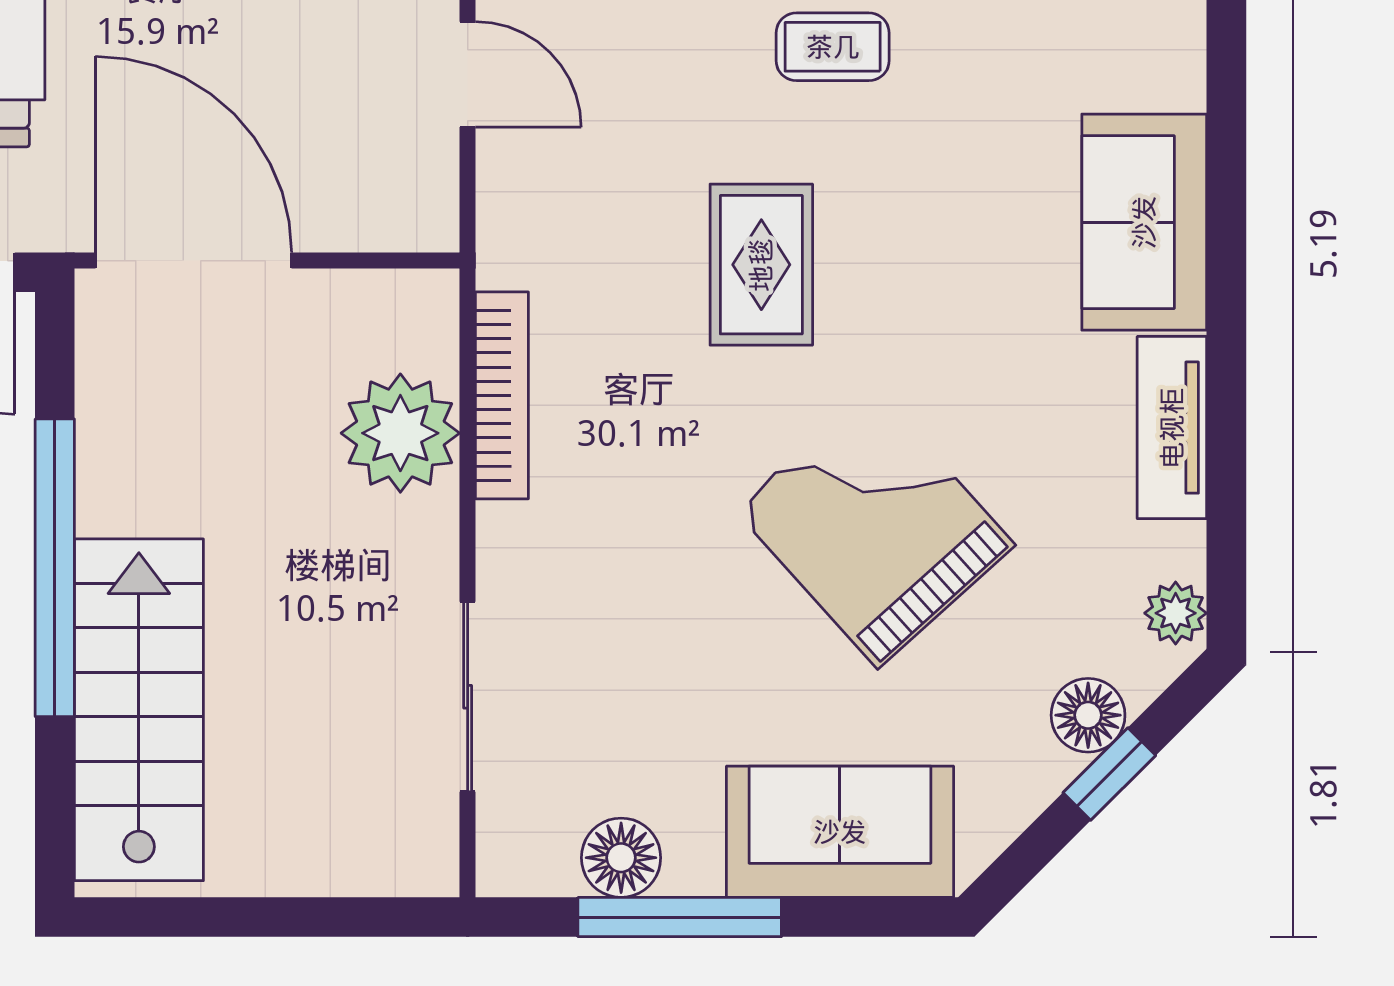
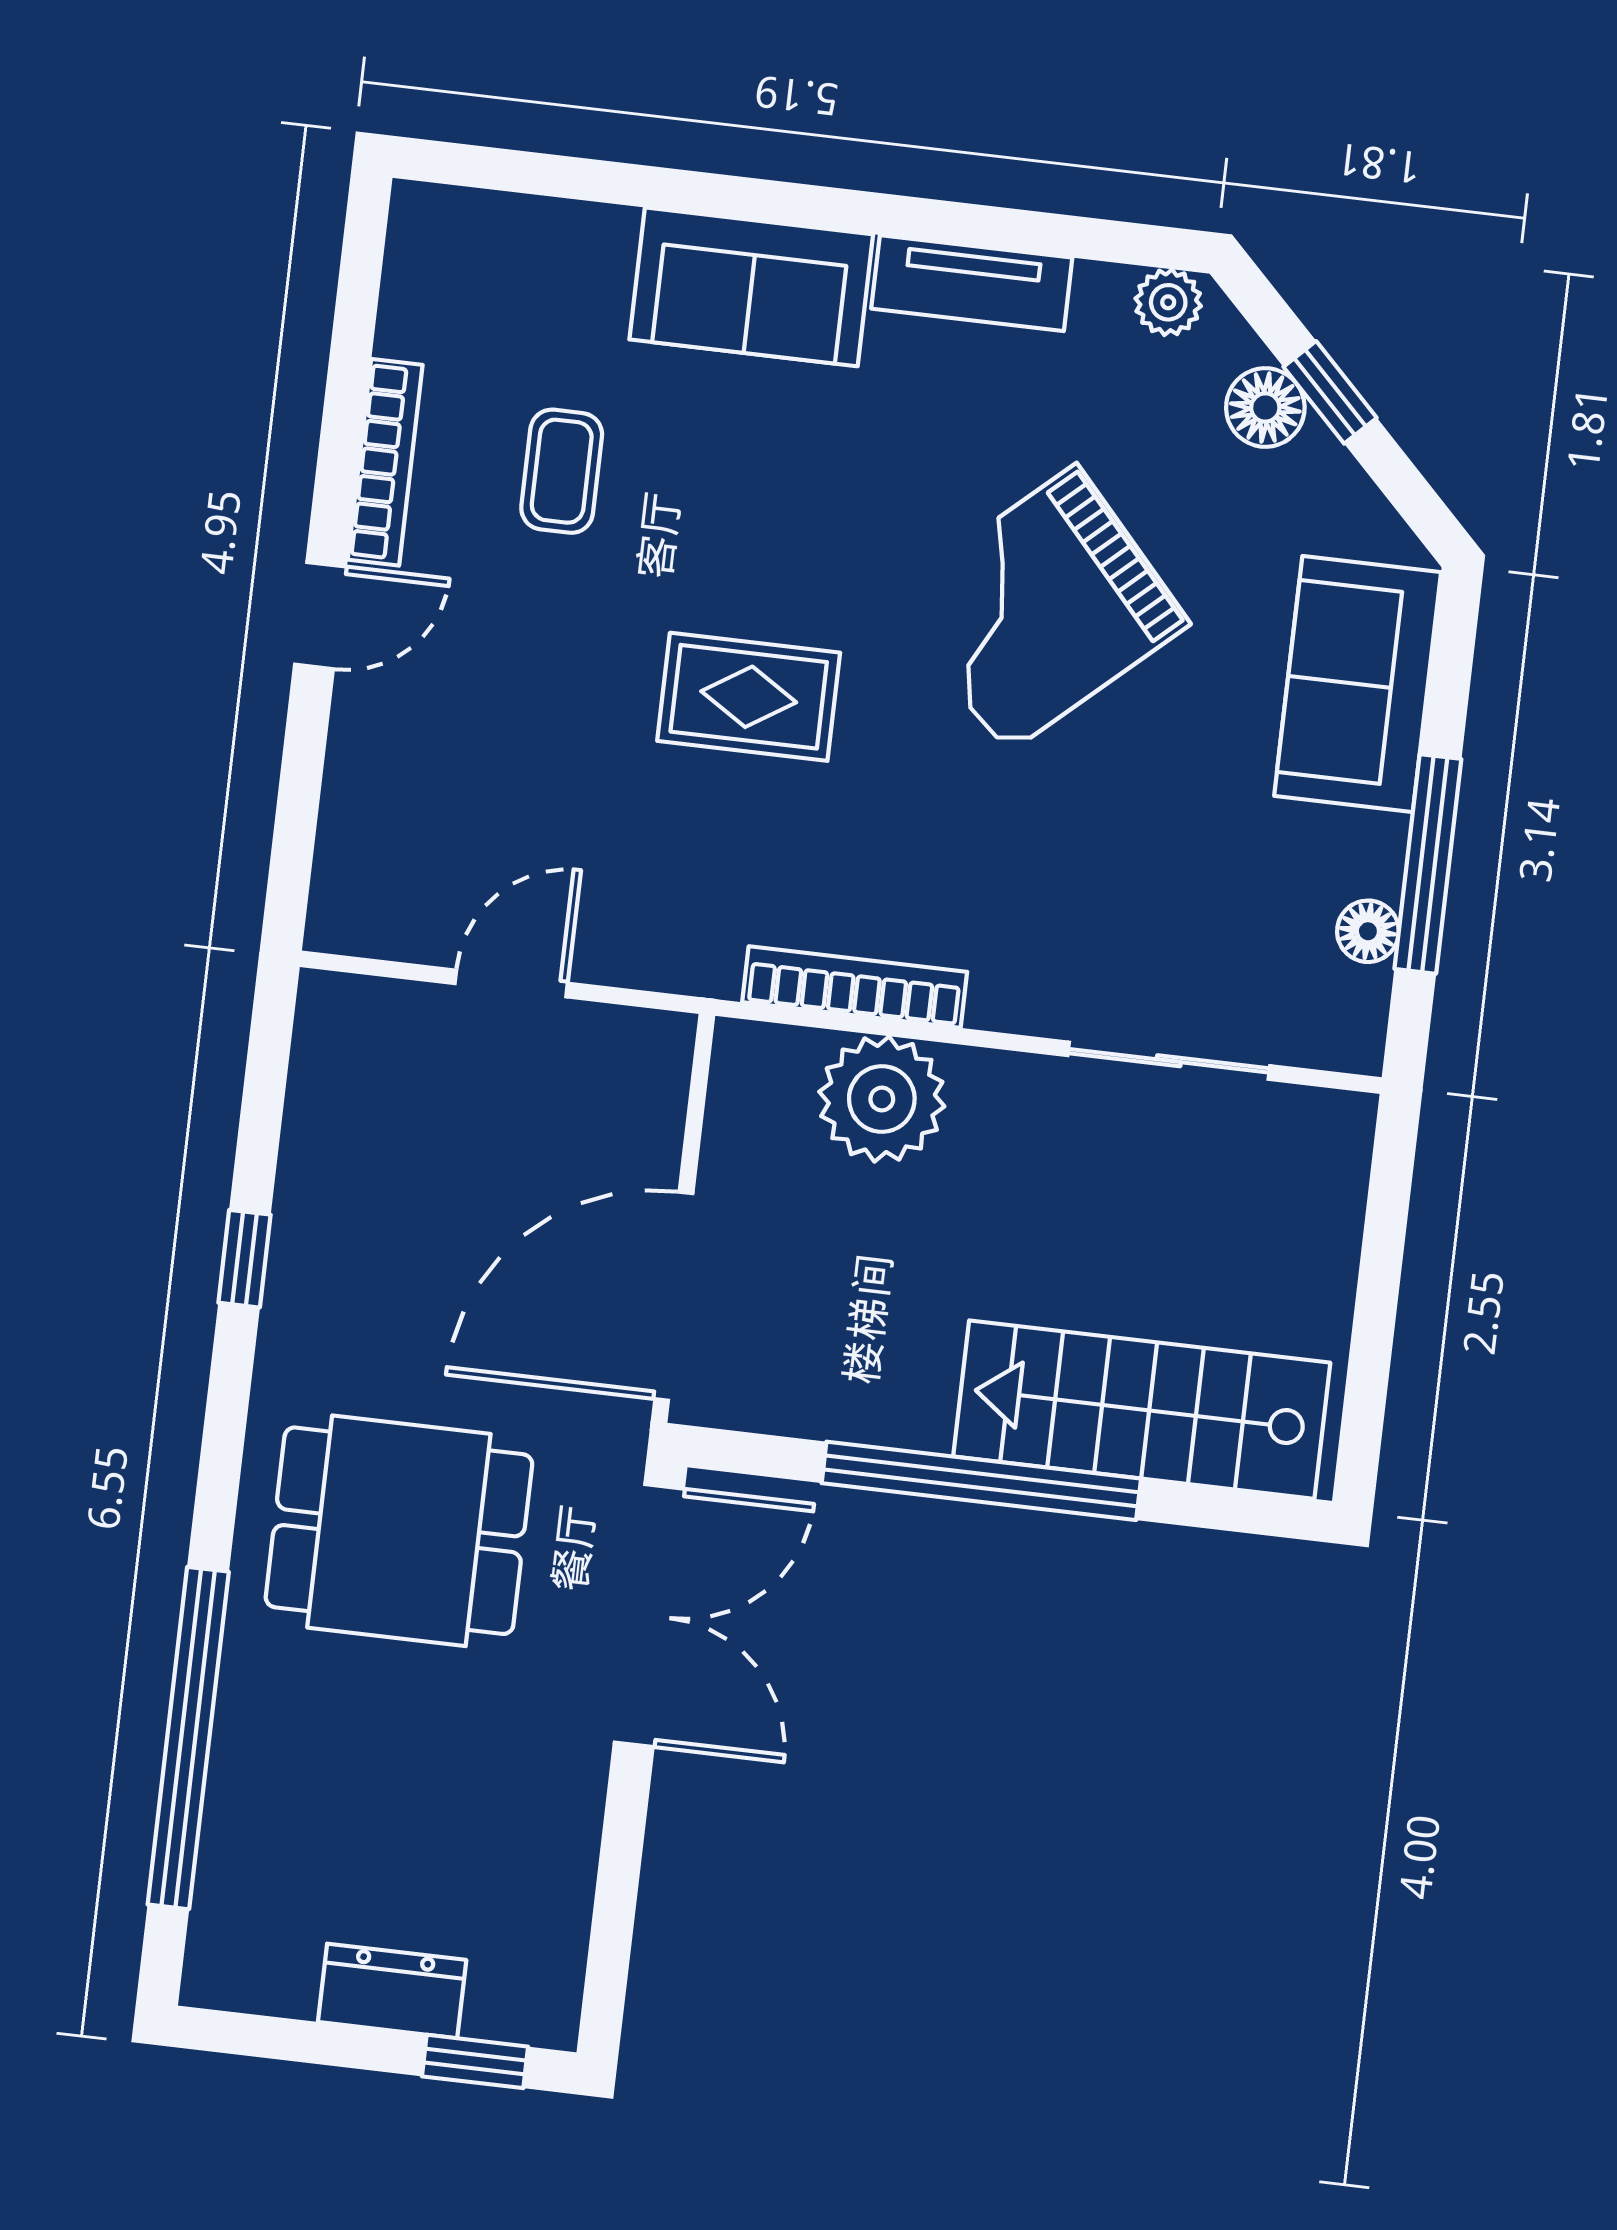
coffee table: (833, 47) -> (562, 471), moved
floor lamp: (621, 858) -> (1368, 931), width x0.73, depth x0.73

